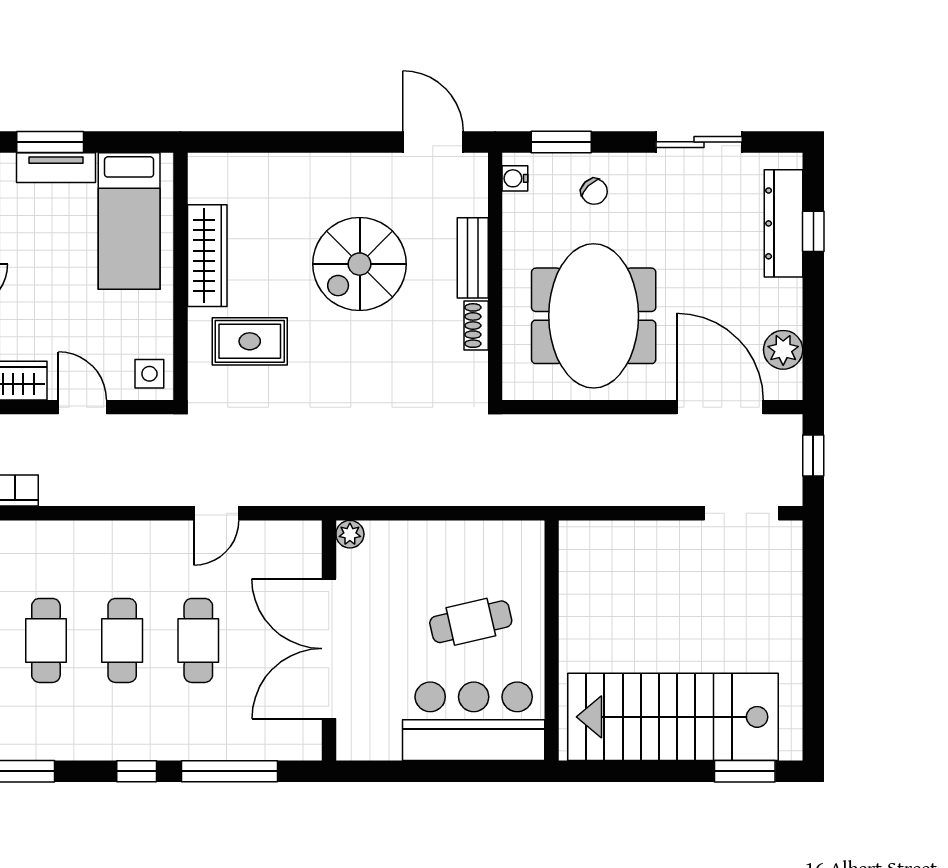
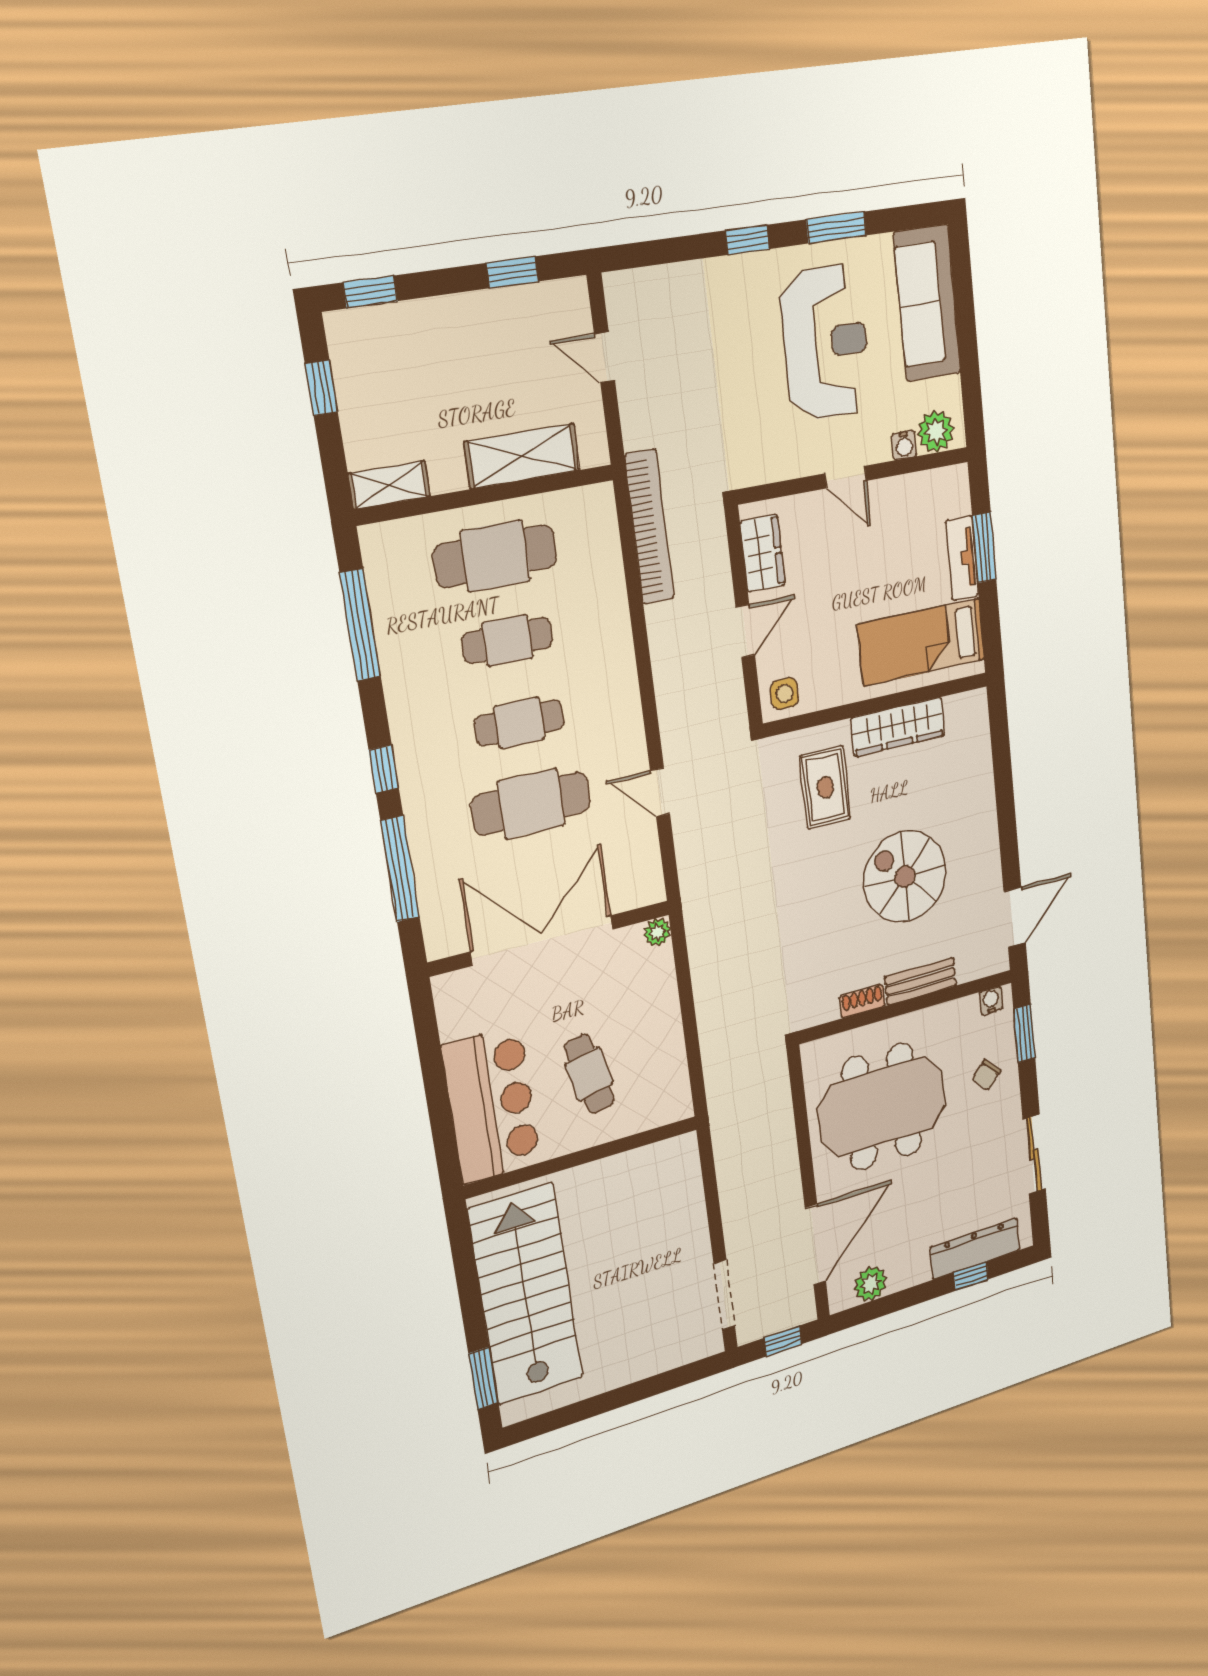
cafe table: (198, 640) -> (531, 804), width x1.37, depth x1.35

